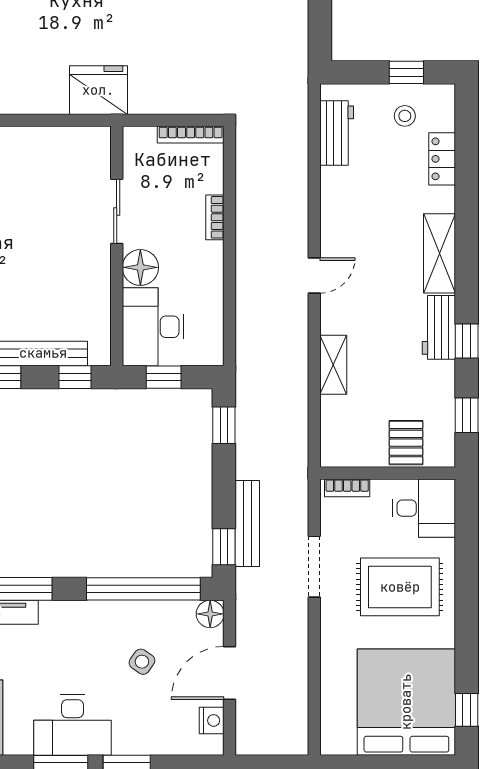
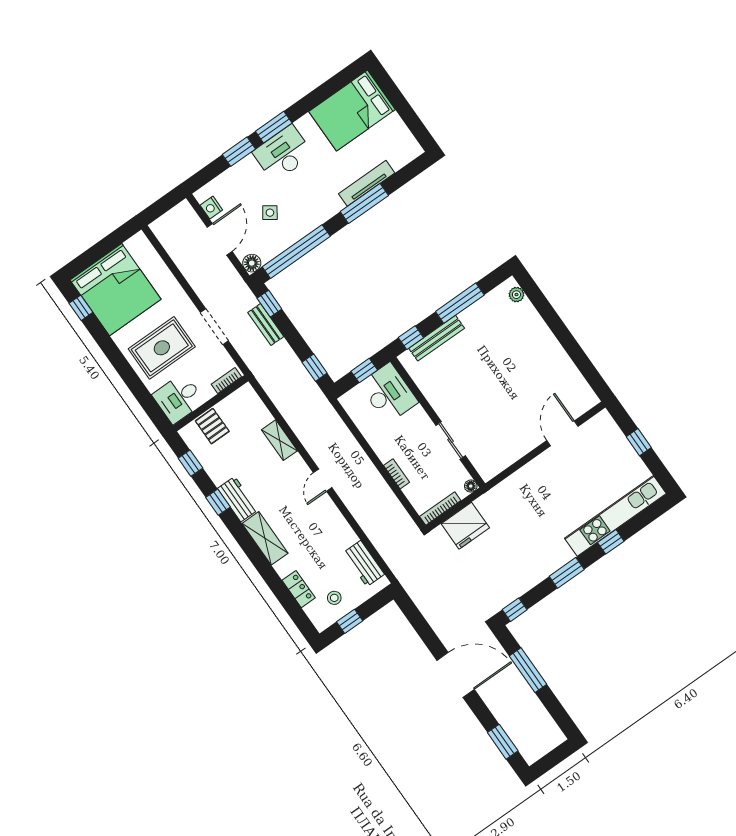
fridge: (98, 90) -> (465, 526), moved
floor lamp: (140, 267) -> (471, 486), moved, width x0.53, depth x0.53
bench: (247, 524) -> (266, 325), width x0.73

